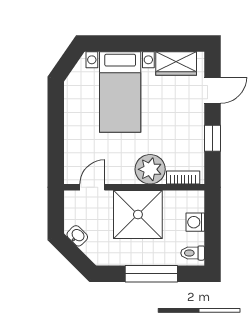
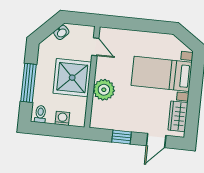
door: (213, 90) -> (156, 141), hinge flipped
bookcase: (183, 178) -> (95, 113), removed

